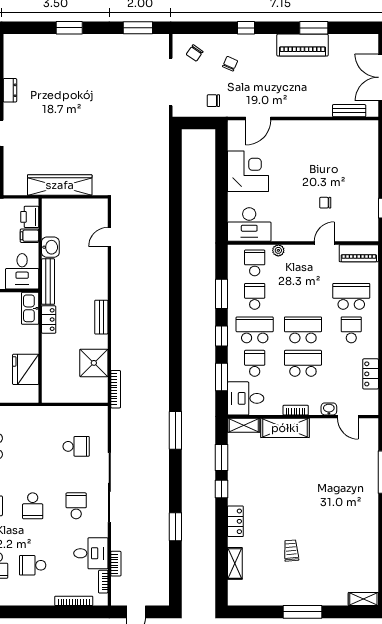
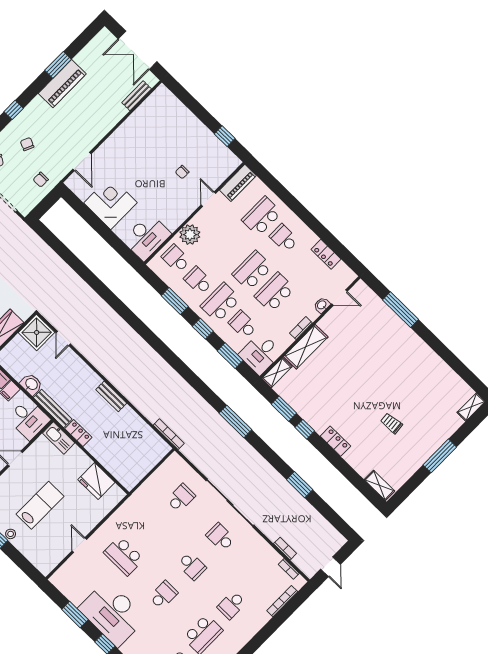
plant: (278, 250) -> (190, 235), width x1.88, depth x1.88
shower: (94, 363) -> (37, 332), moved
desk: (91, 553) -> (262, 558), removed
shelving: (235, 563) -> (379, 485), moved

